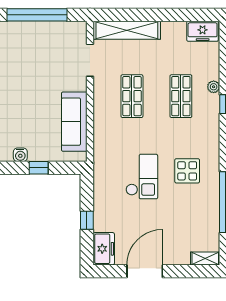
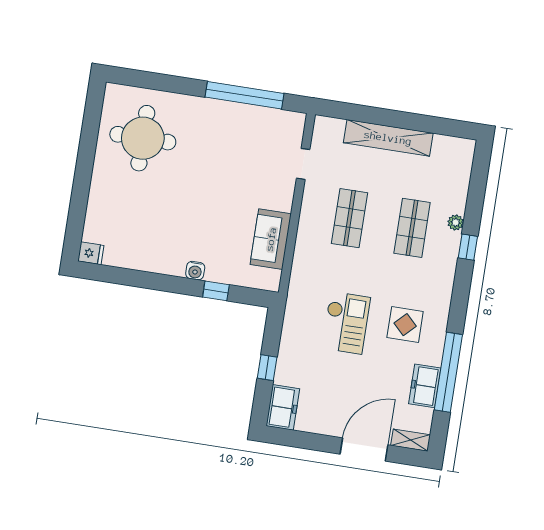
shelving: (127, 30) -> (388, 138), moved
freezer: (203, 31) -> (425, 386), moved, turned 90
doorway: (90, 60) -> (303, 164), width x0.73
sofa: (74, 122) -> (271, 239), width x0.73
door: (145, 271) -> (364, 450), moved

